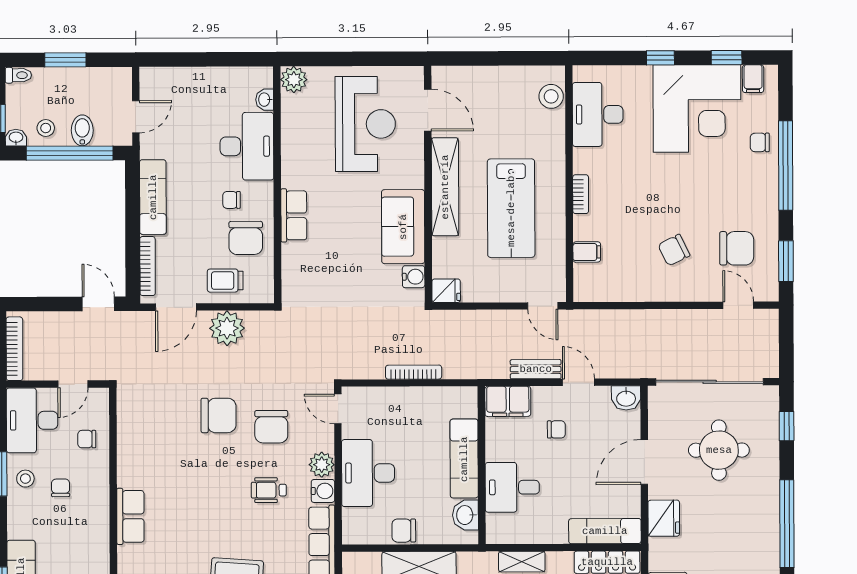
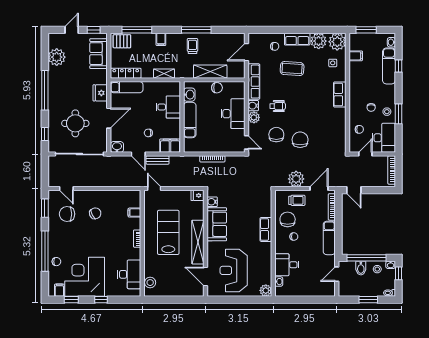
desk: (247, 146) -> (287, 265), width x0.73
chair: (219, 415) -> (300, 140), turned 90

